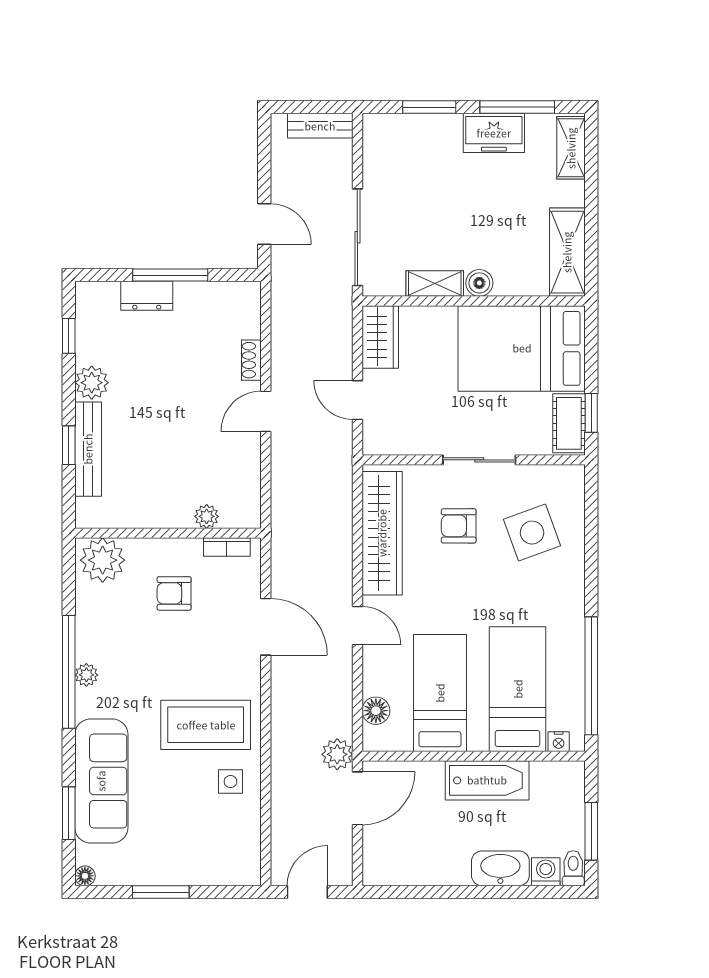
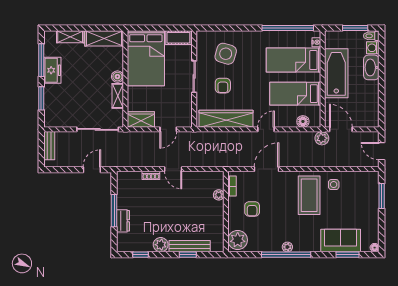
shelving: (571, 148) -> (70, 37), moved
window: (591, 413) -> (174, 28), removed
side table: (532, 533) -> (226, 54), turned 36
bathtub: (487, 780) -> (336, 73), width x1.36, depth x1.36
sofa: (101, 781) -> (341, 241), width x0.73
window: (161, 892) -> (382, 196), moved

